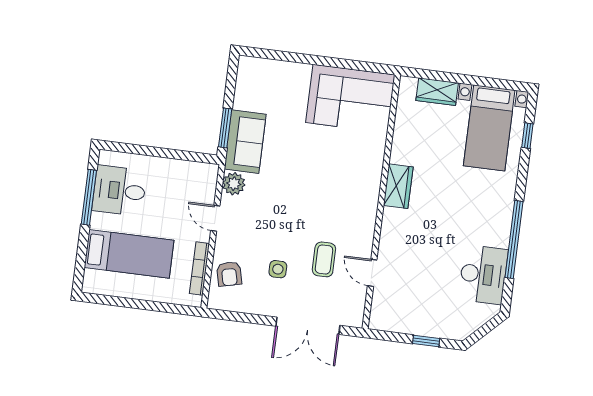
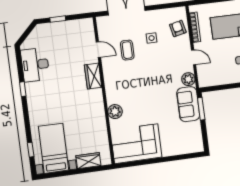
plant: (371, 162) -> (115, 112), added
wardrobe: (398, 186) -> (93, 76), moved
window: (514, 240) -> (23, 89), width x0.32

